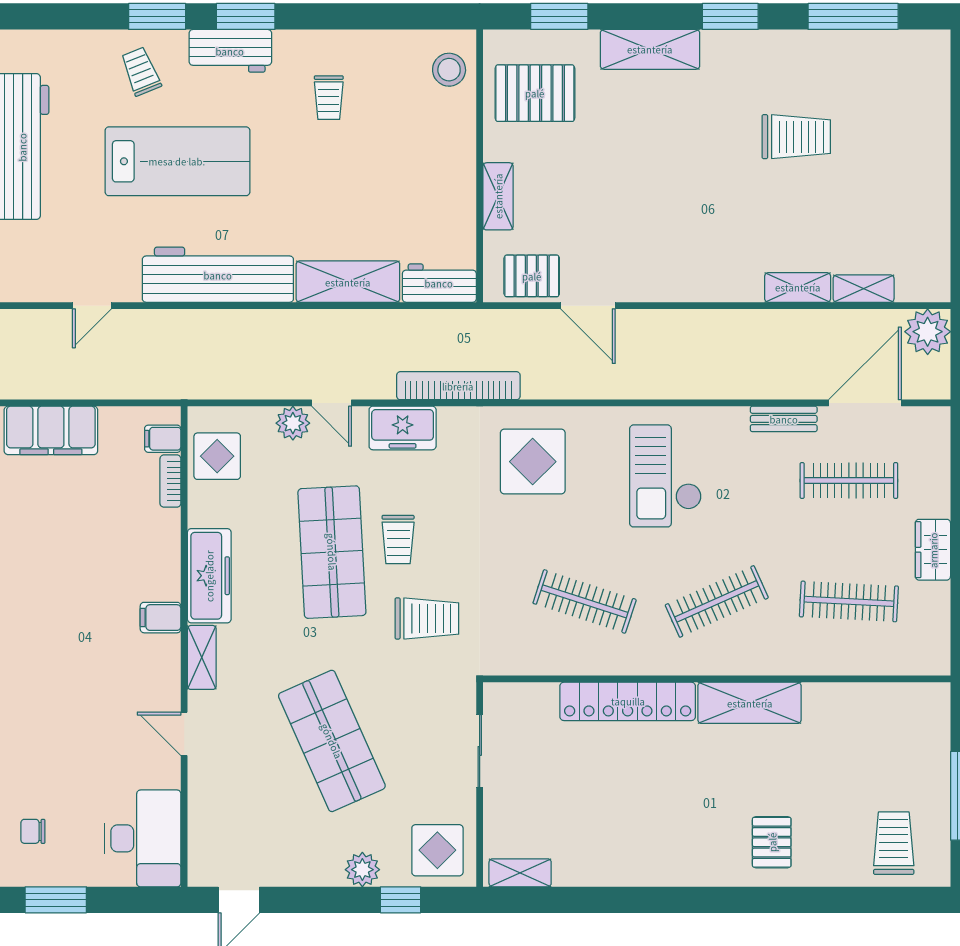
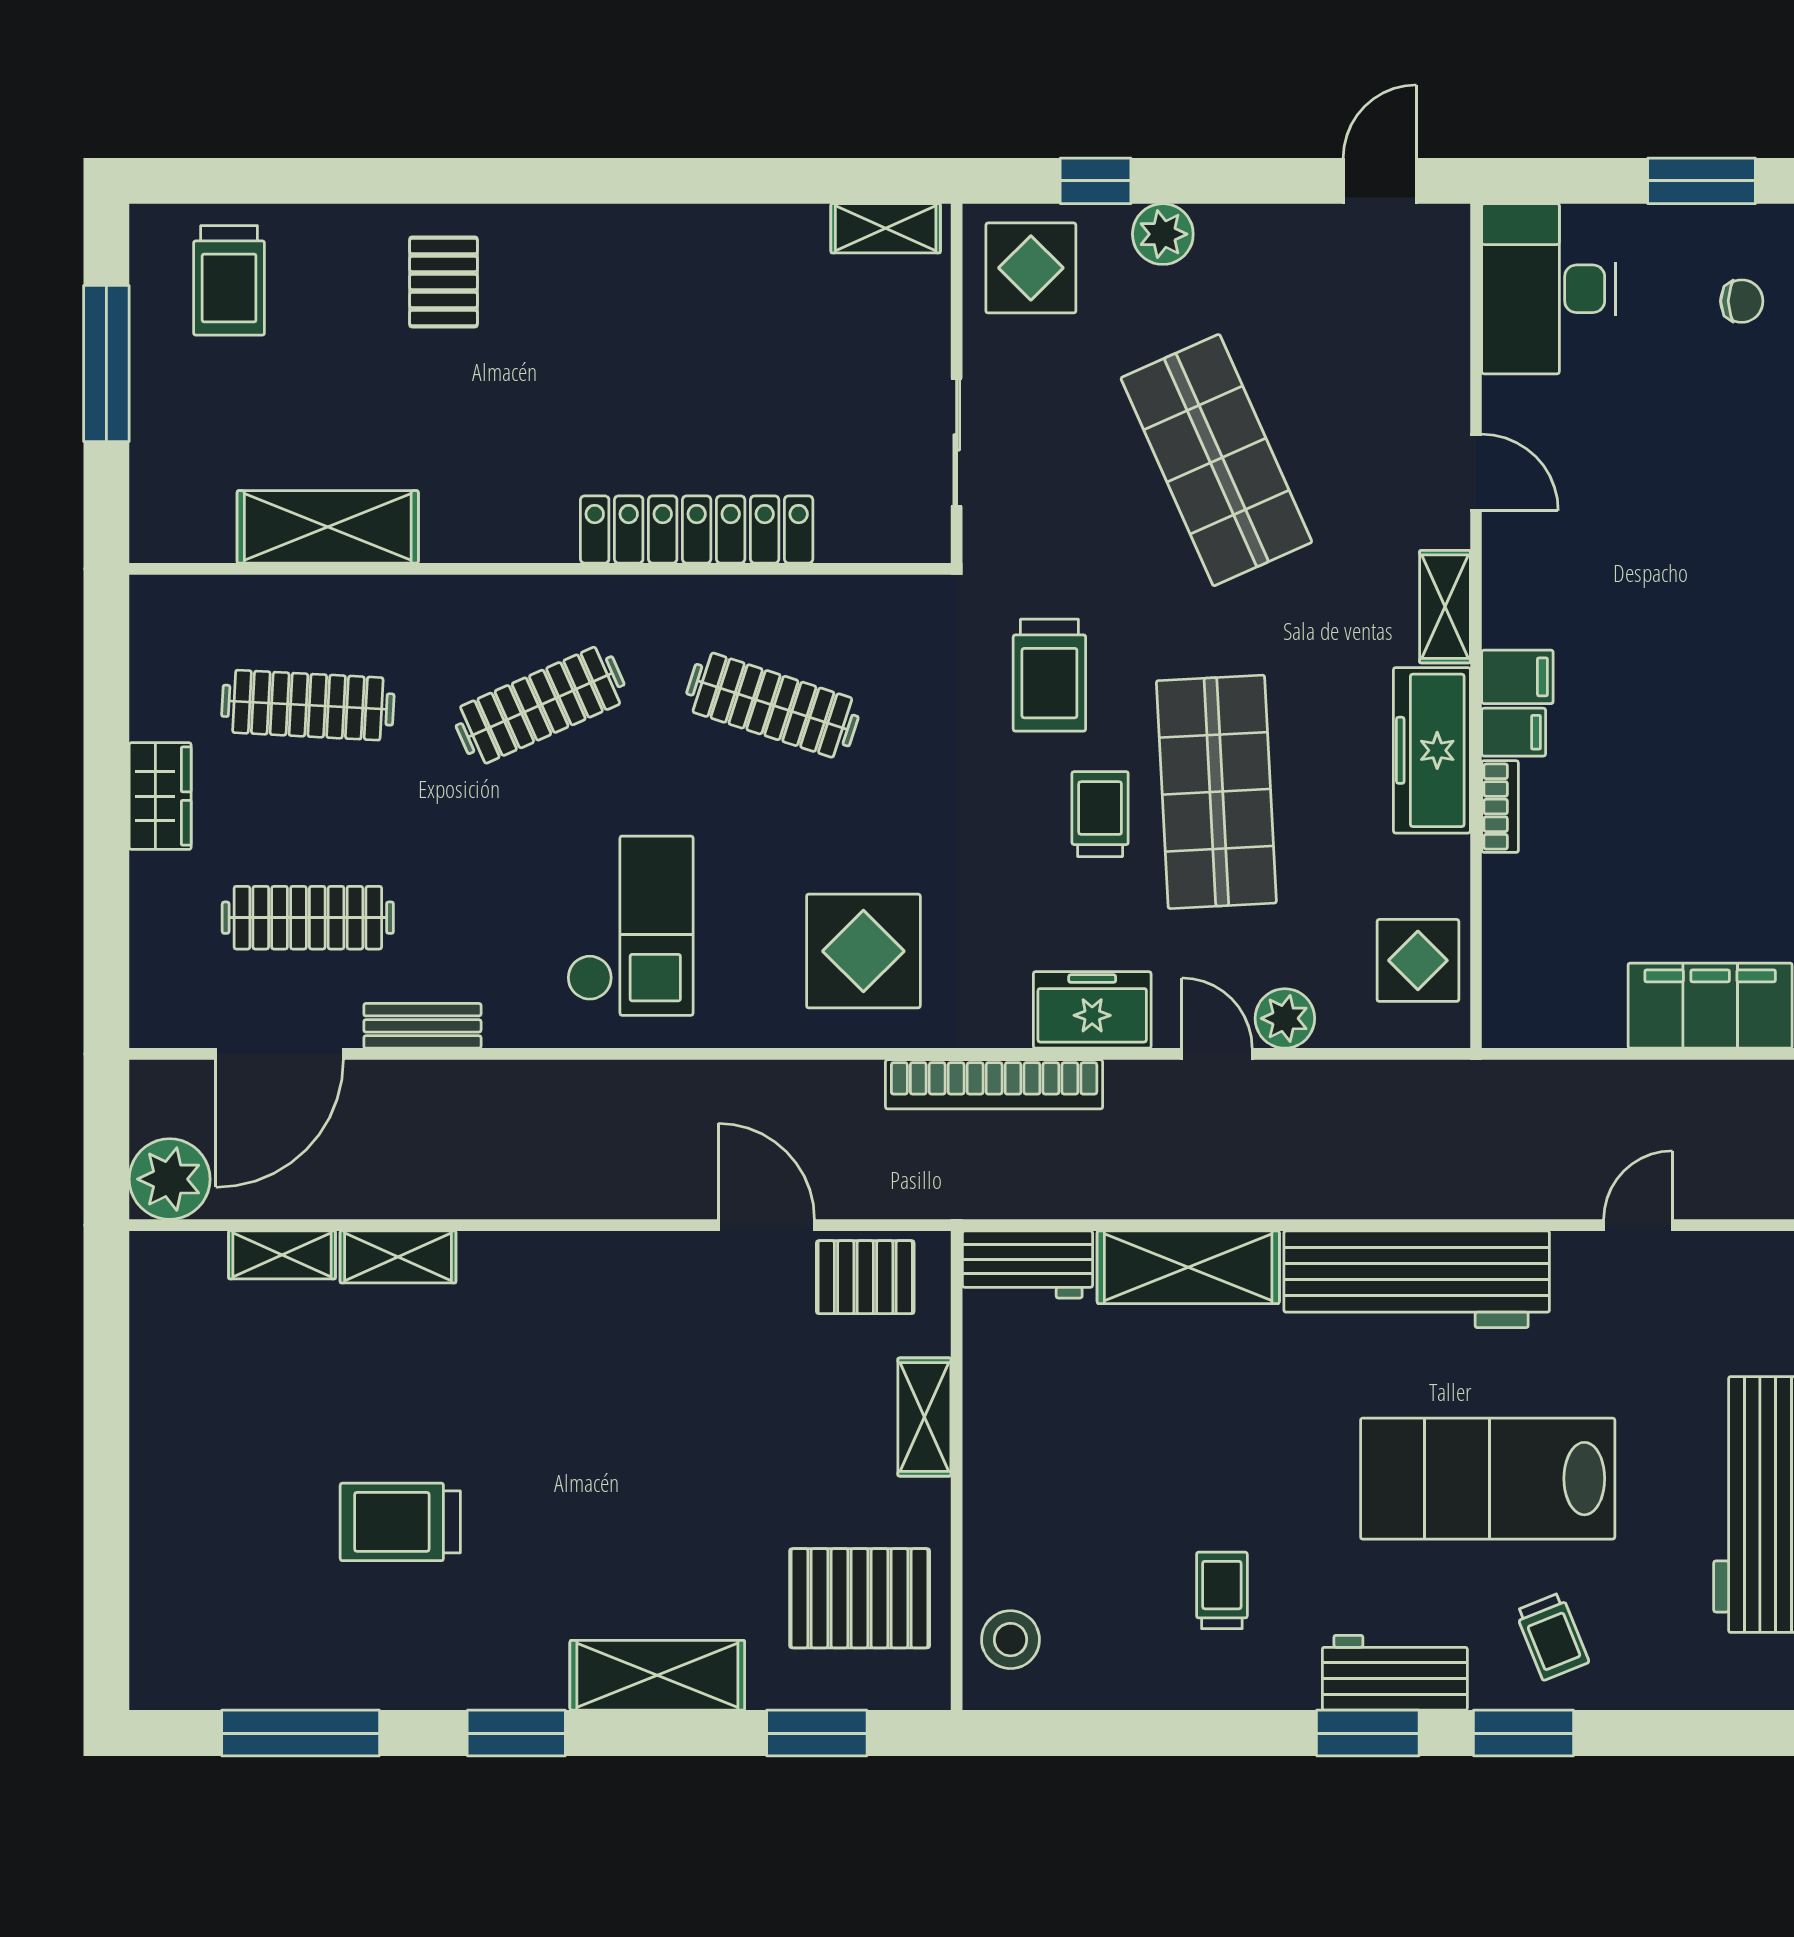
filing cabinet: (163, 439) -> (1514, 732), moved
bookcase: (170, 481) -> (1500, 807), moved
trolley: (427, 618) -> (1049, 675), turned -90
shelving: (750, 703) -> (328, 527), moved

